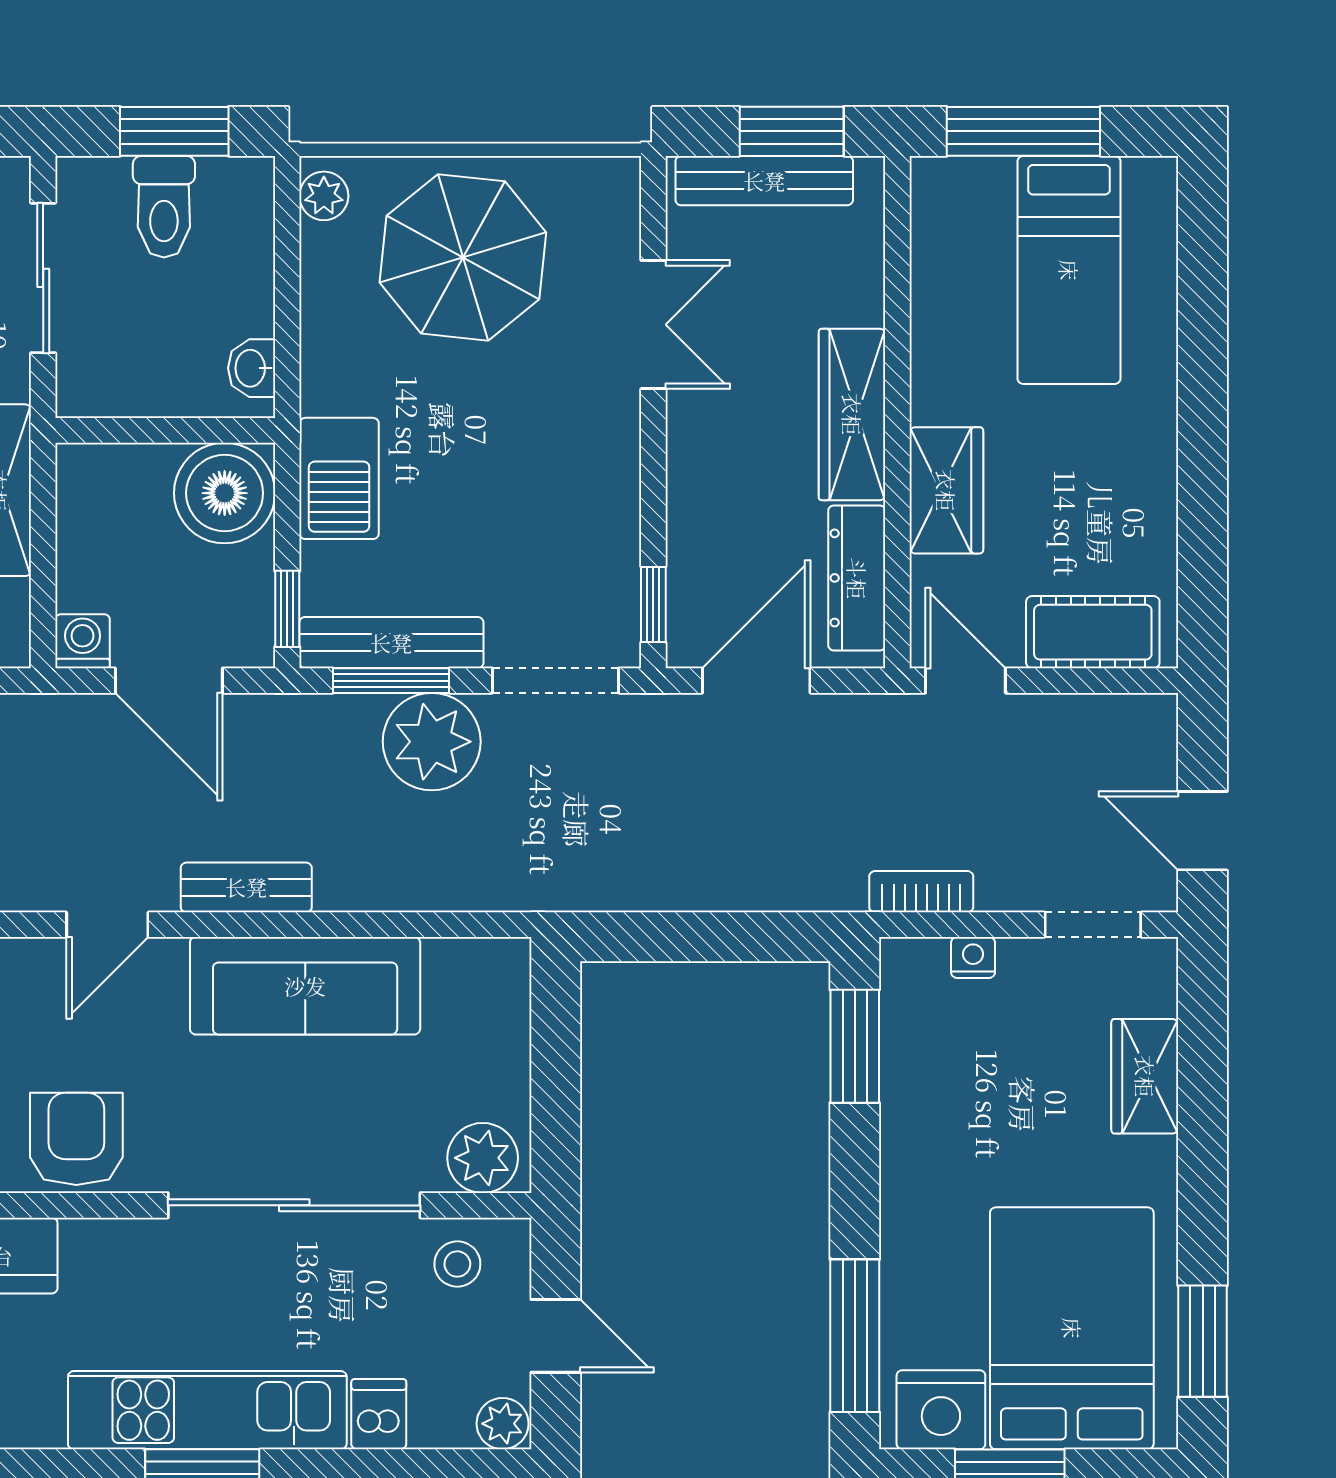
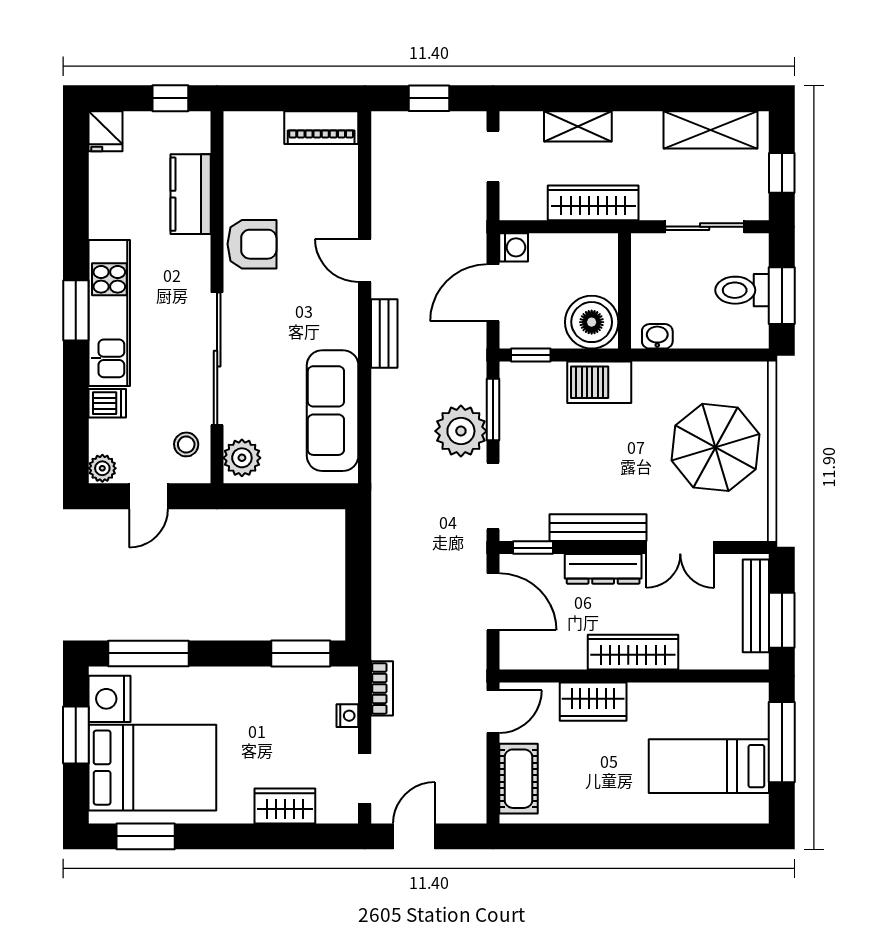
plant: (324, 196) -> (748, 374), removed
dresser: (857, 578) -> (603, 569), moved, turned 180
bench: (391, 643) -> (598, 528), moved, turned 90
sofa: (305, 986) -> (333, 411), moved

